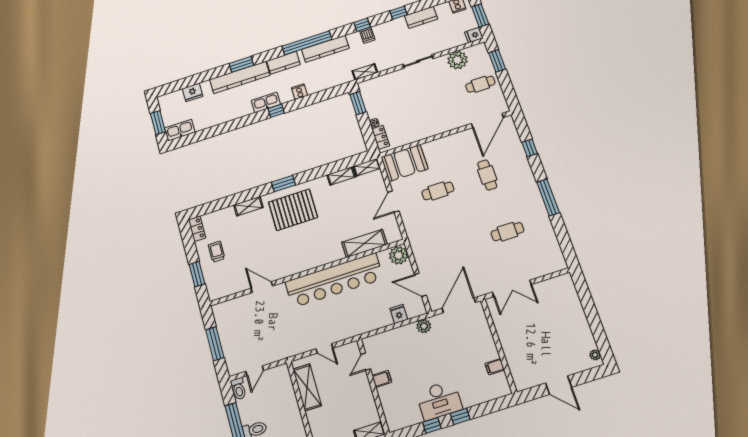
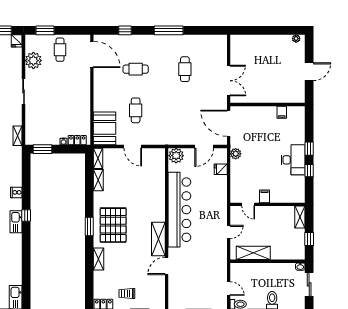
shelving: (364, 243) -> (158, 239), moved

